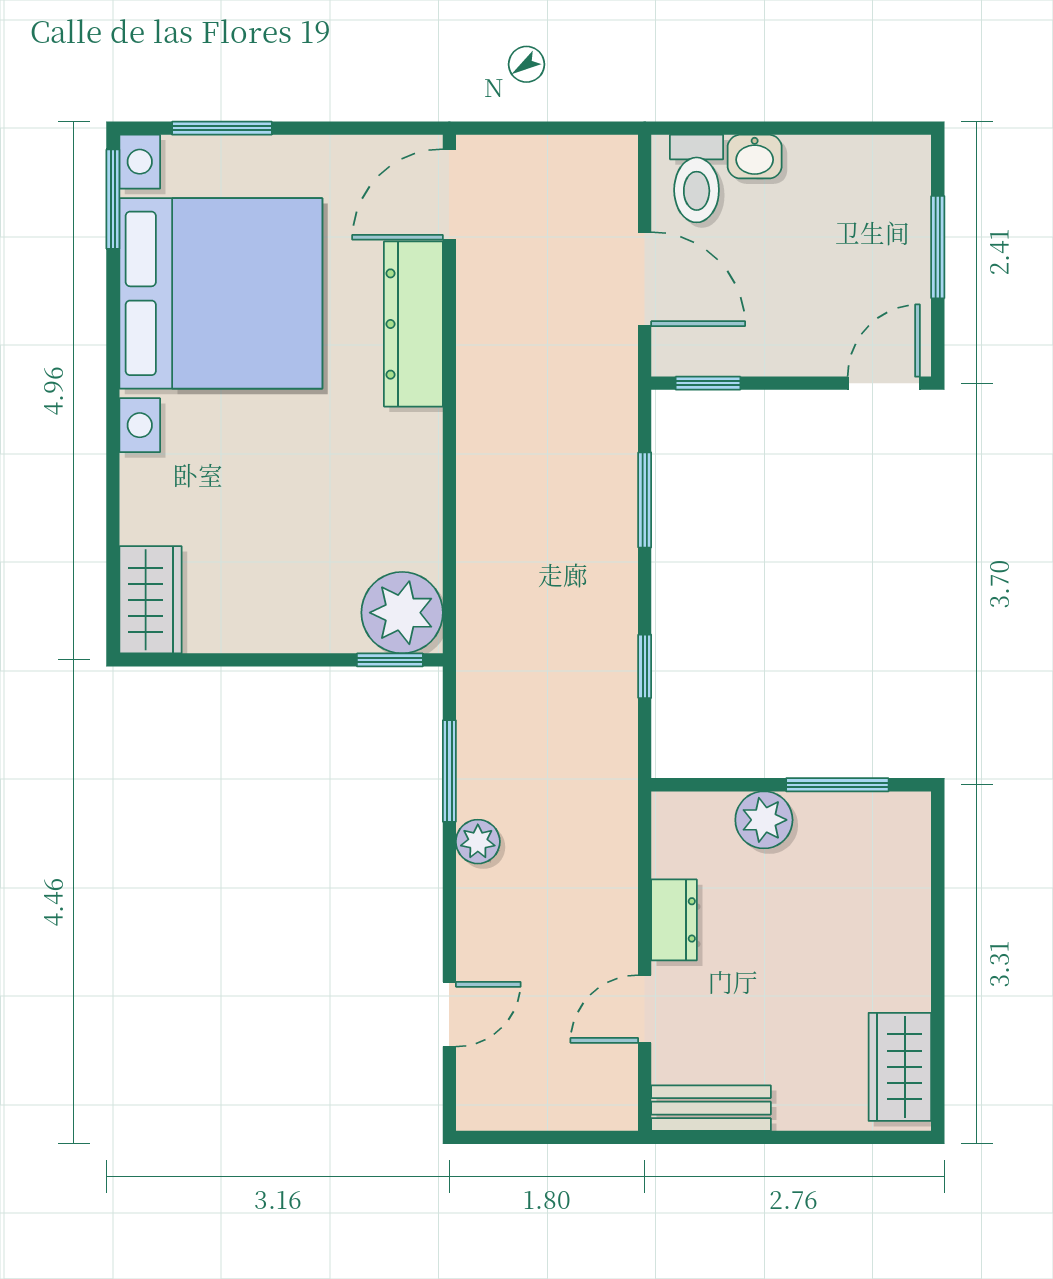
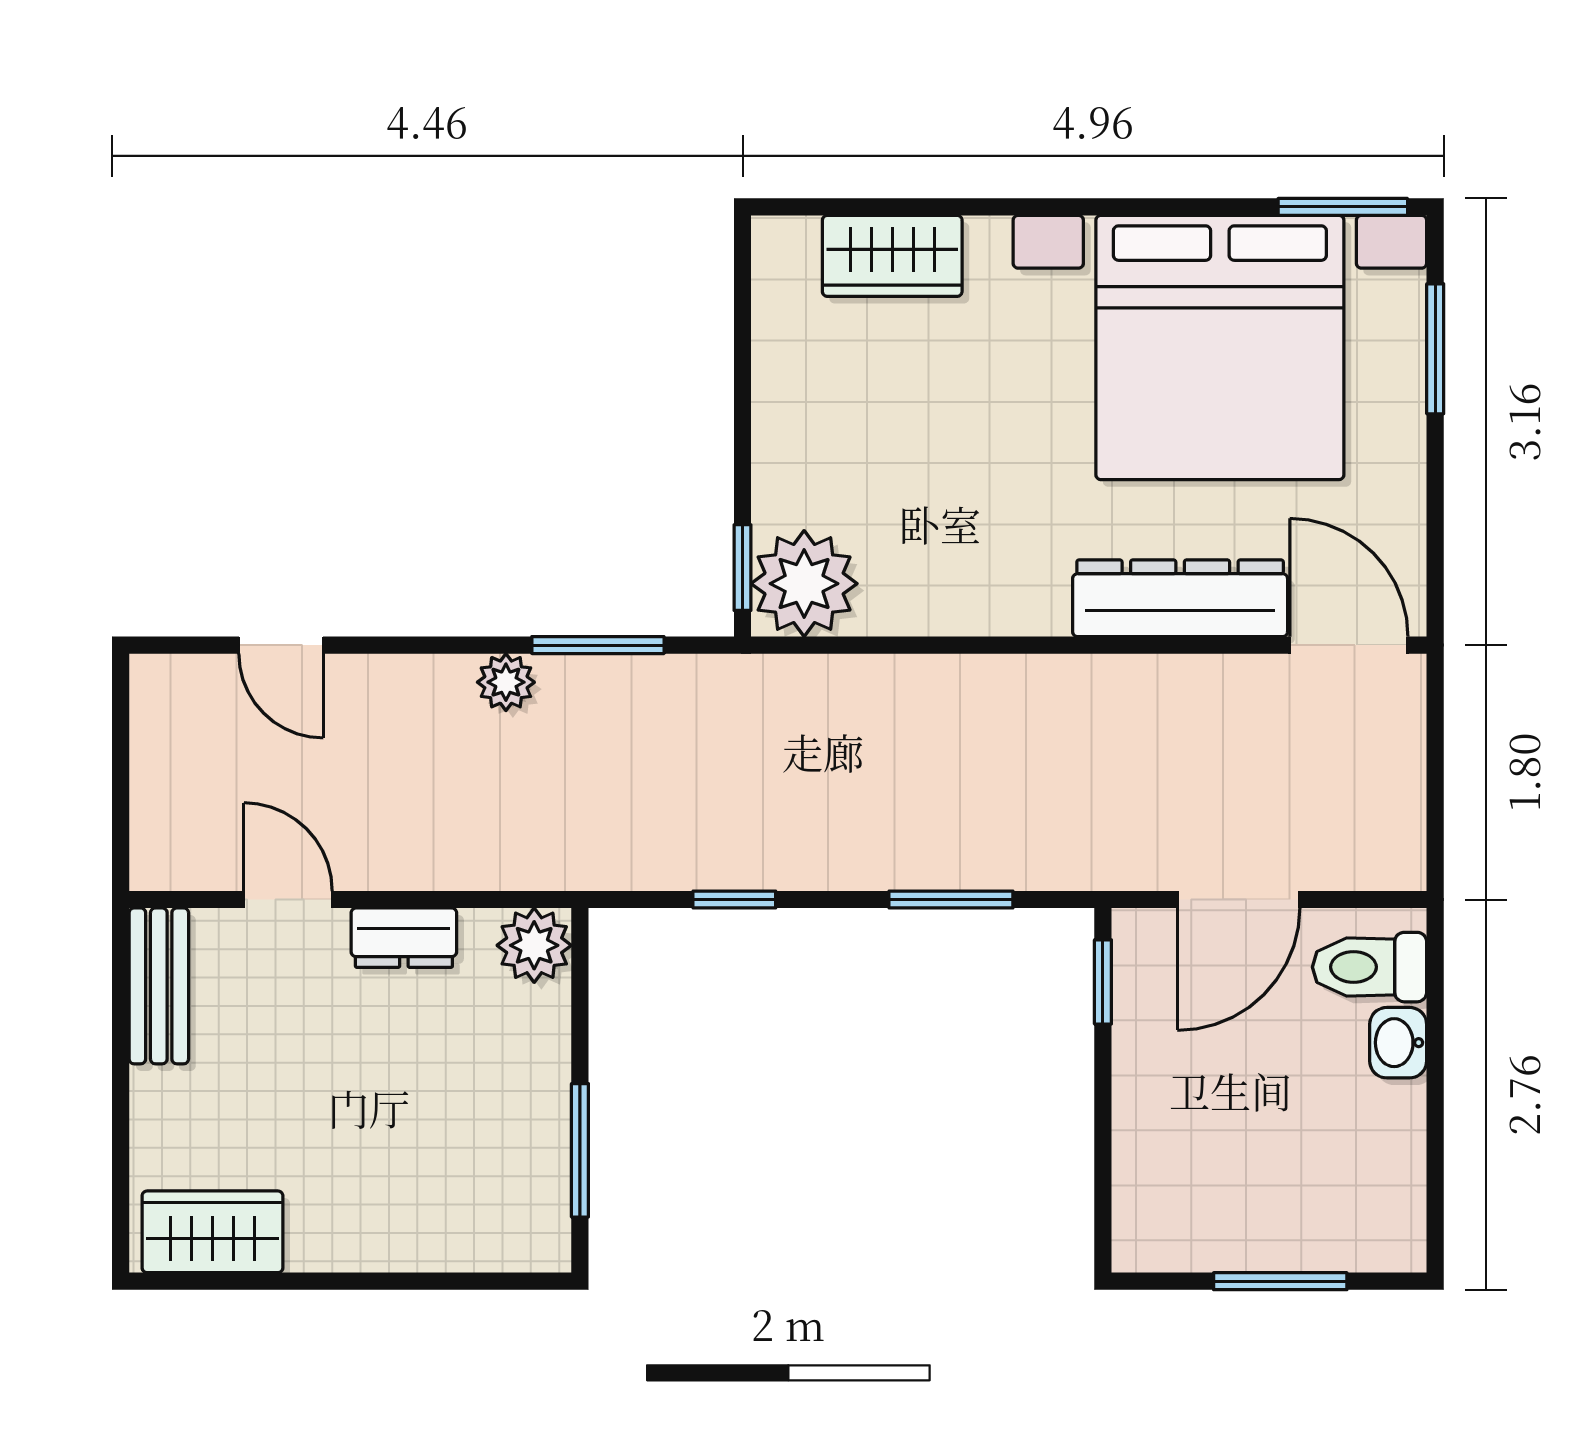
door: (884, 383) -> (1103, 1211), removed
wardrobe: (151, 600) -> (892, 256), moved
plant: (764, 820) -> (534, 945), moved

